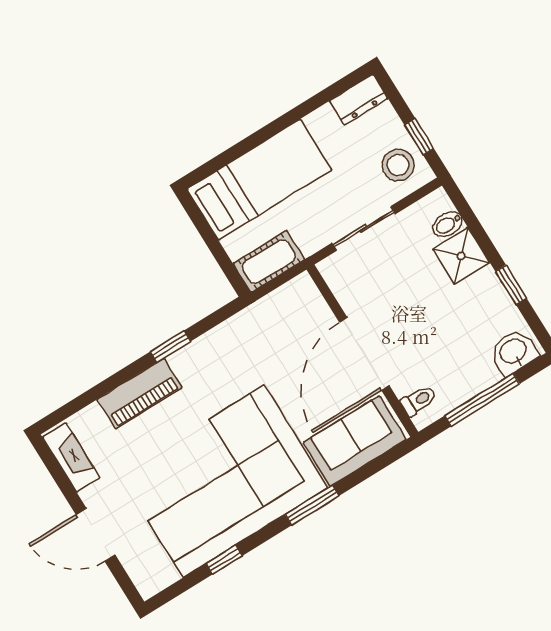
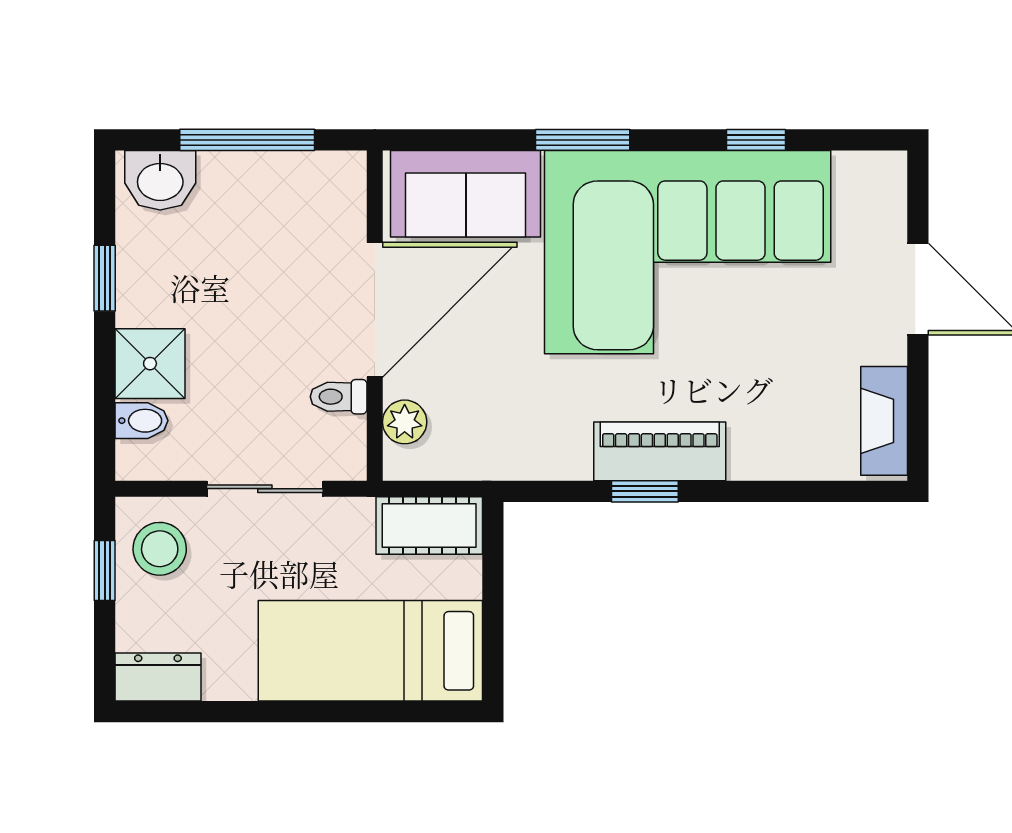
plant: (314, 306) -> (405, 422), added
piano: (140, 394) -> (660, 451), moved
toilet: (419, 400) -> (339, 397), moved

